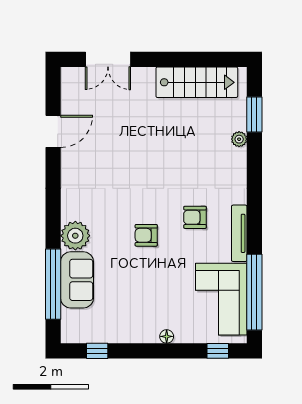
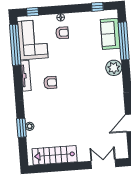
window: (254, 114) -> (21, 128), moved
armchair: (146, 235) -> (62, 33), moved
sofa: (77, 280) -> (110, 34), moved

